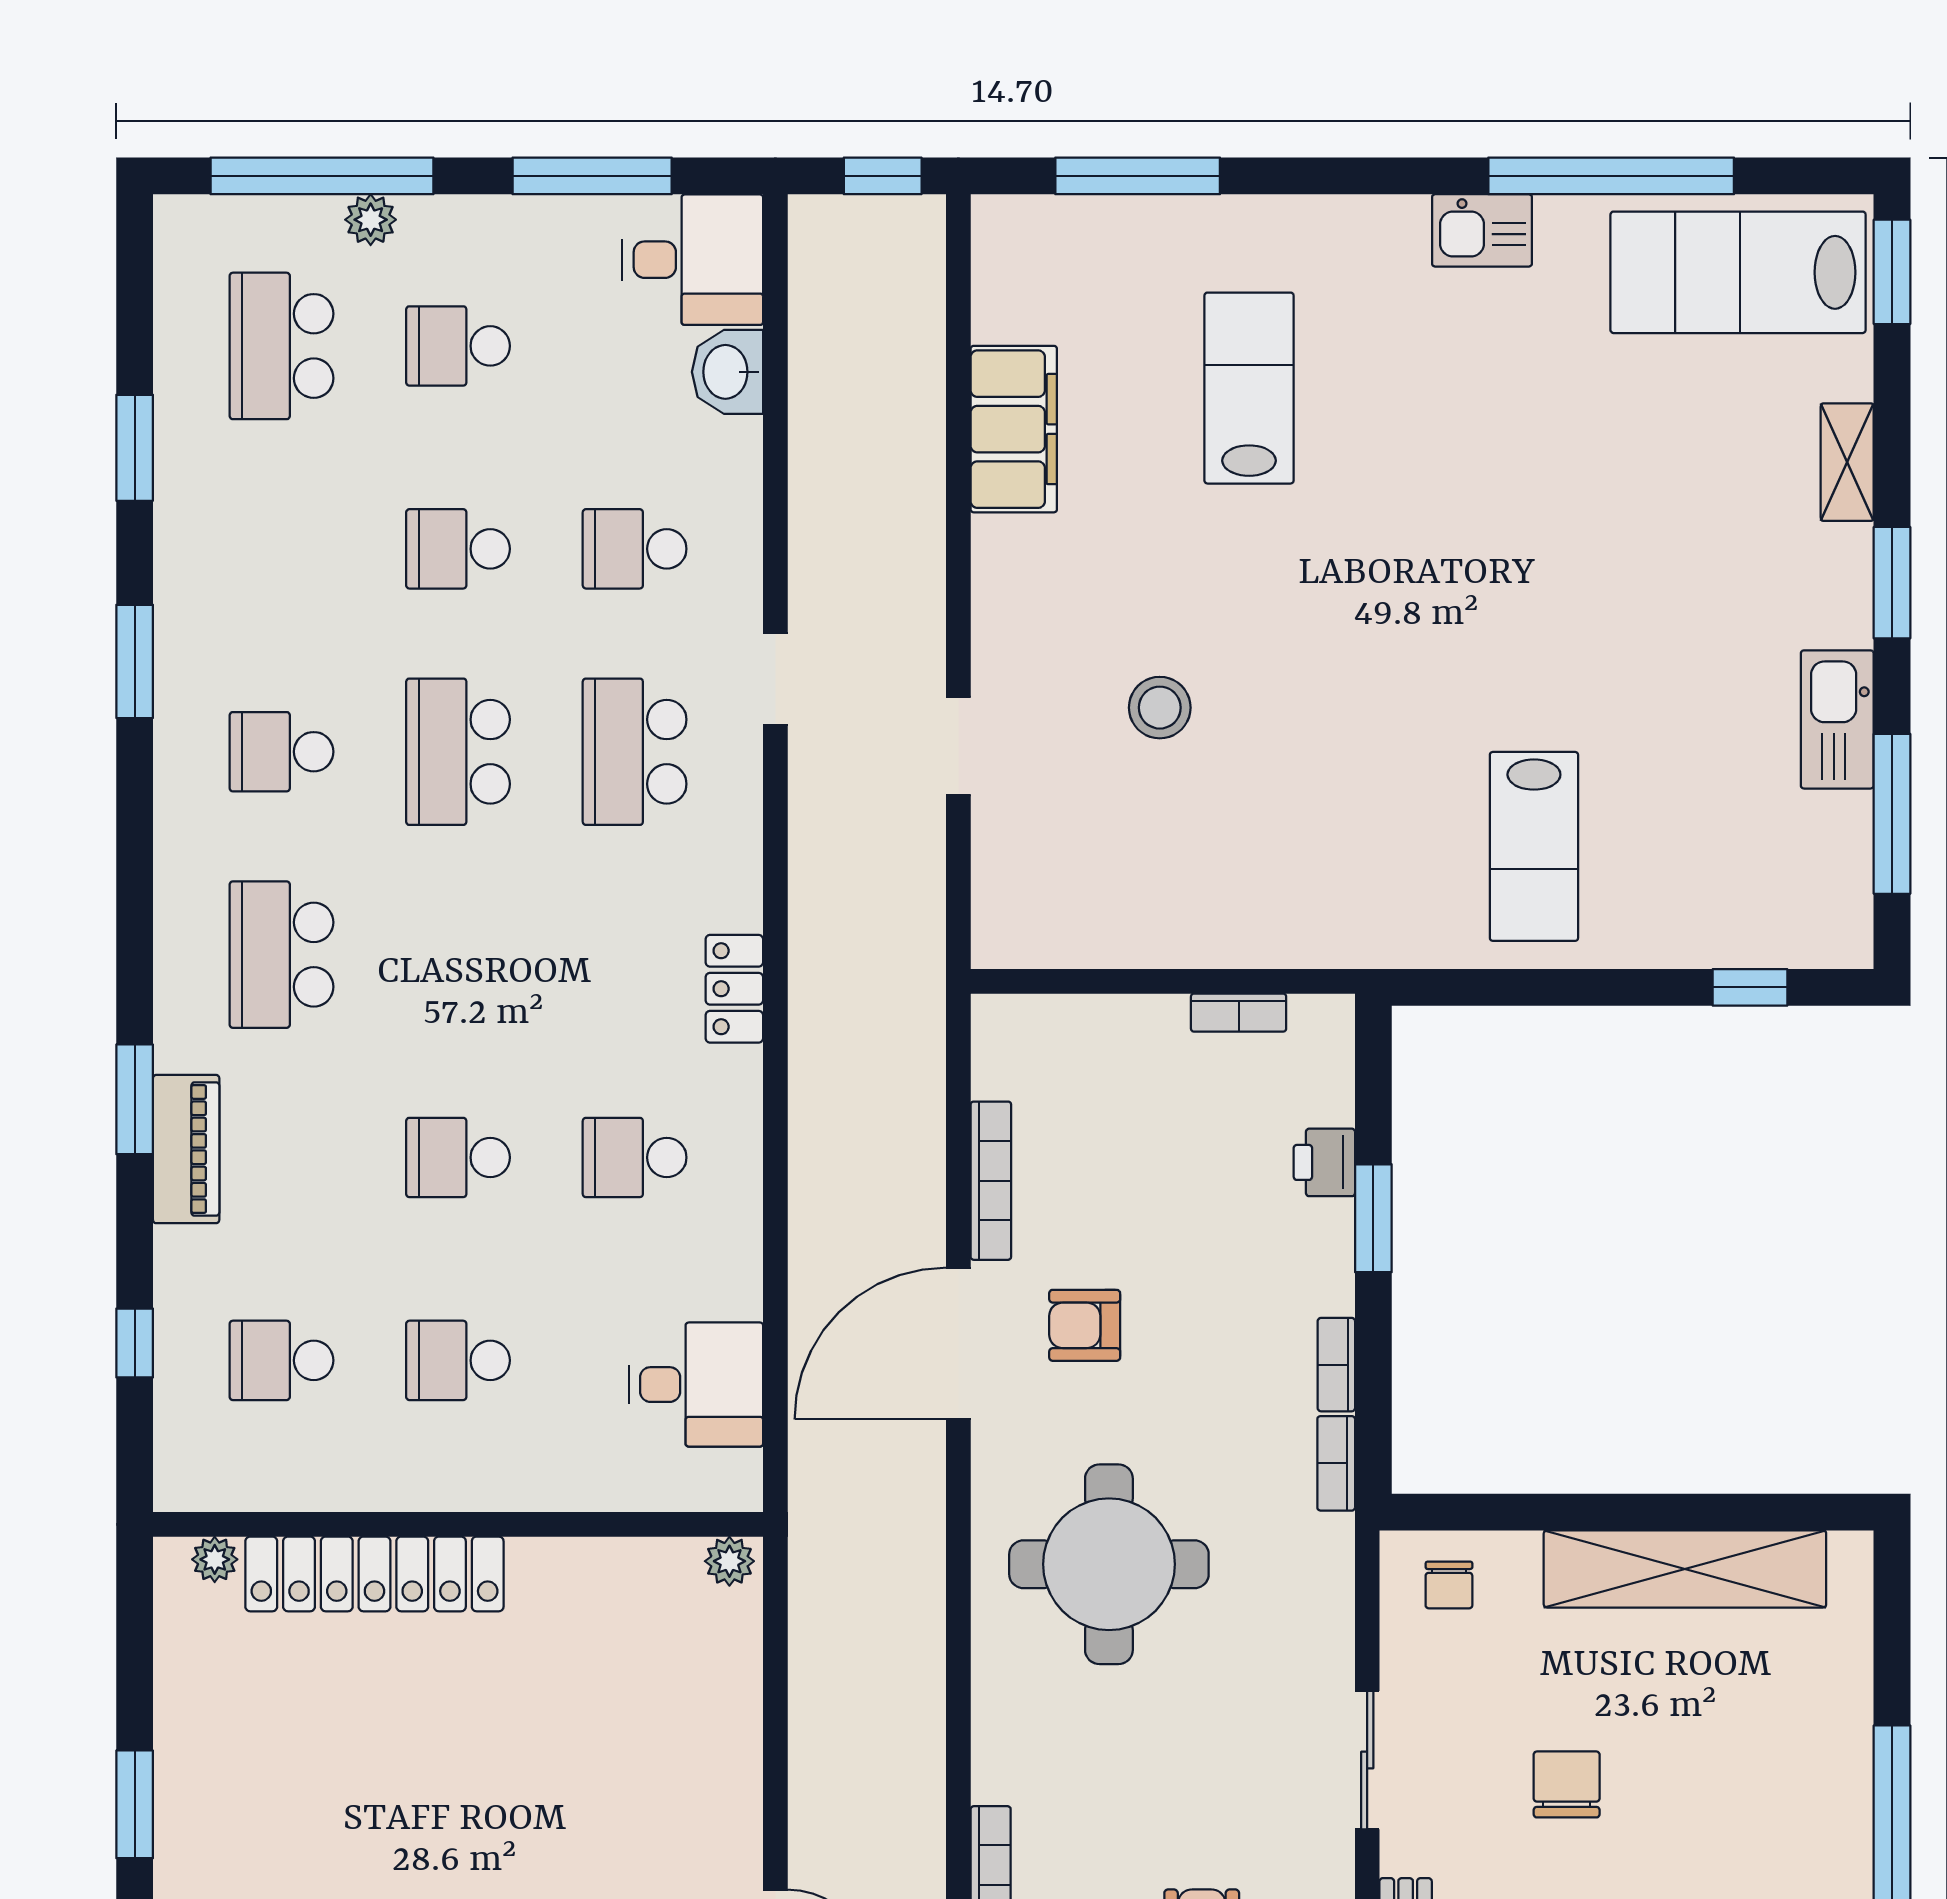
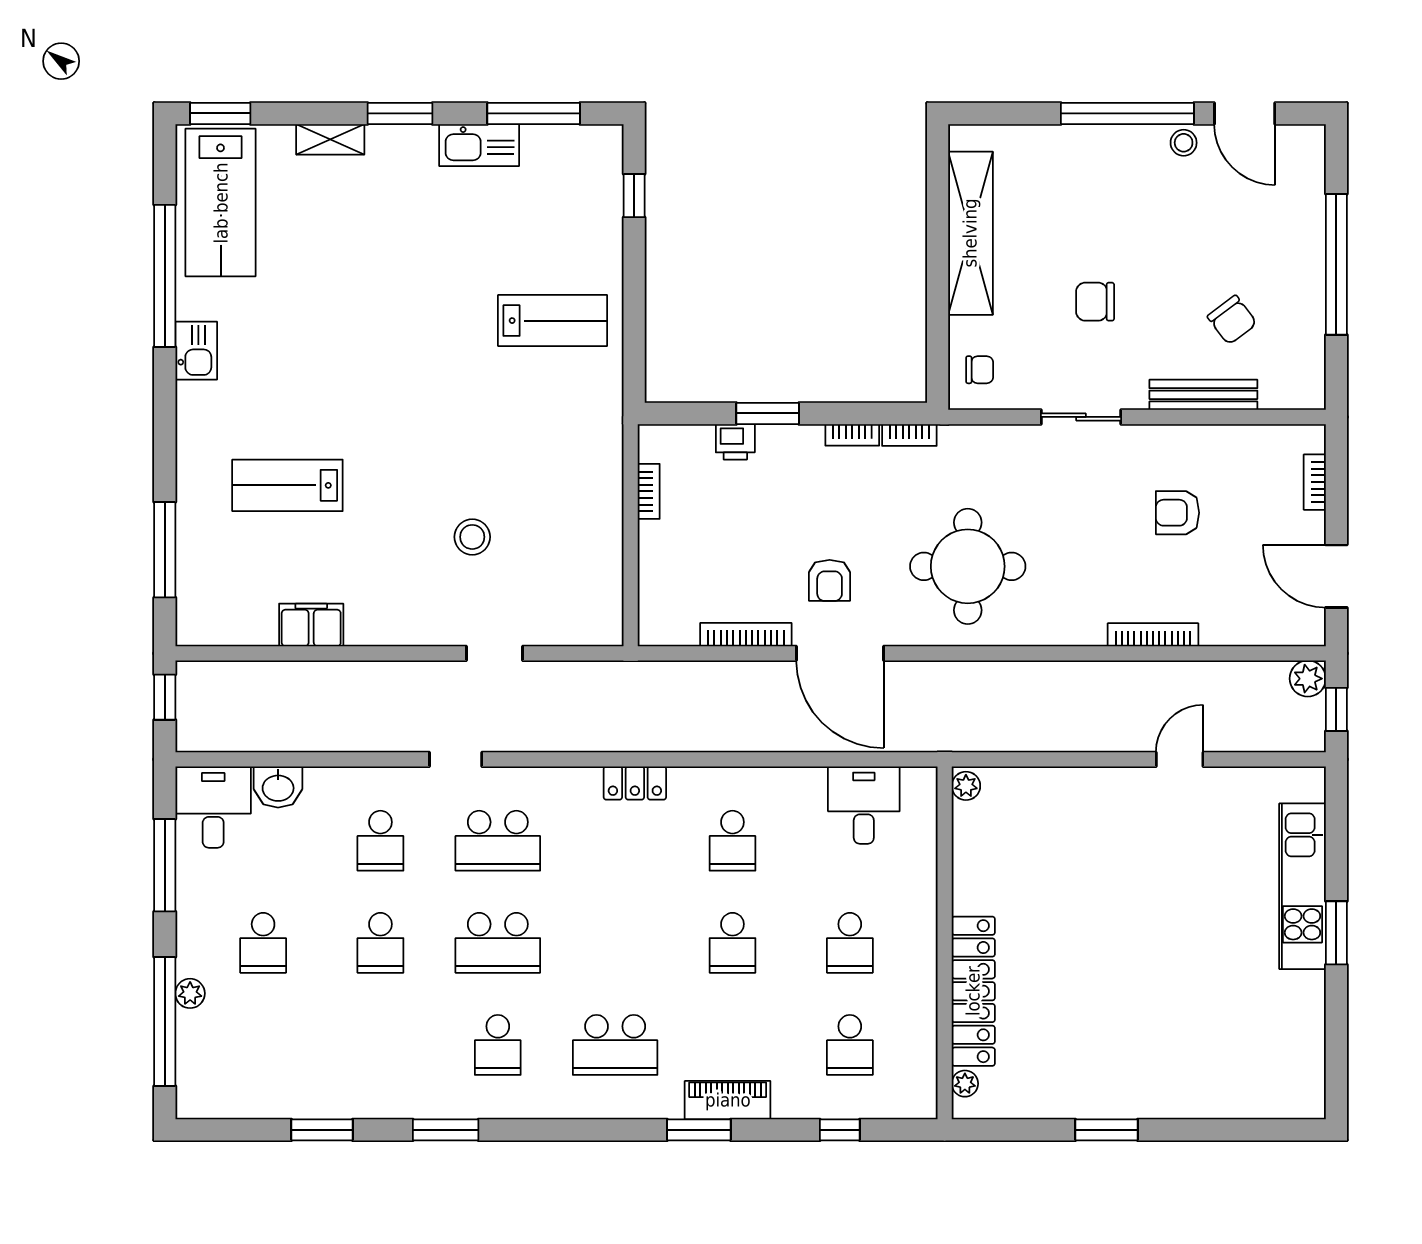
school desk: (282, 346) -> (263, 1045), removed
filing cabinet: (1014, 429) -> (311, 625), width x0.67, depth x0.86

